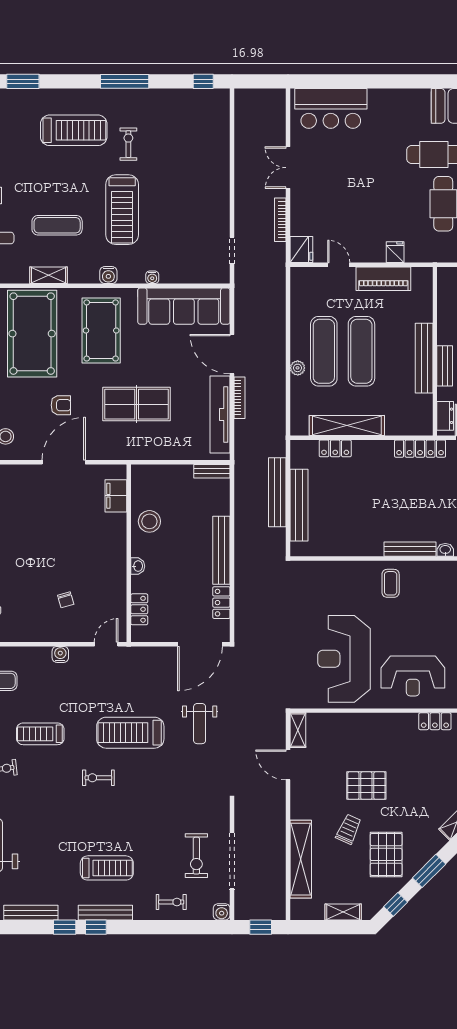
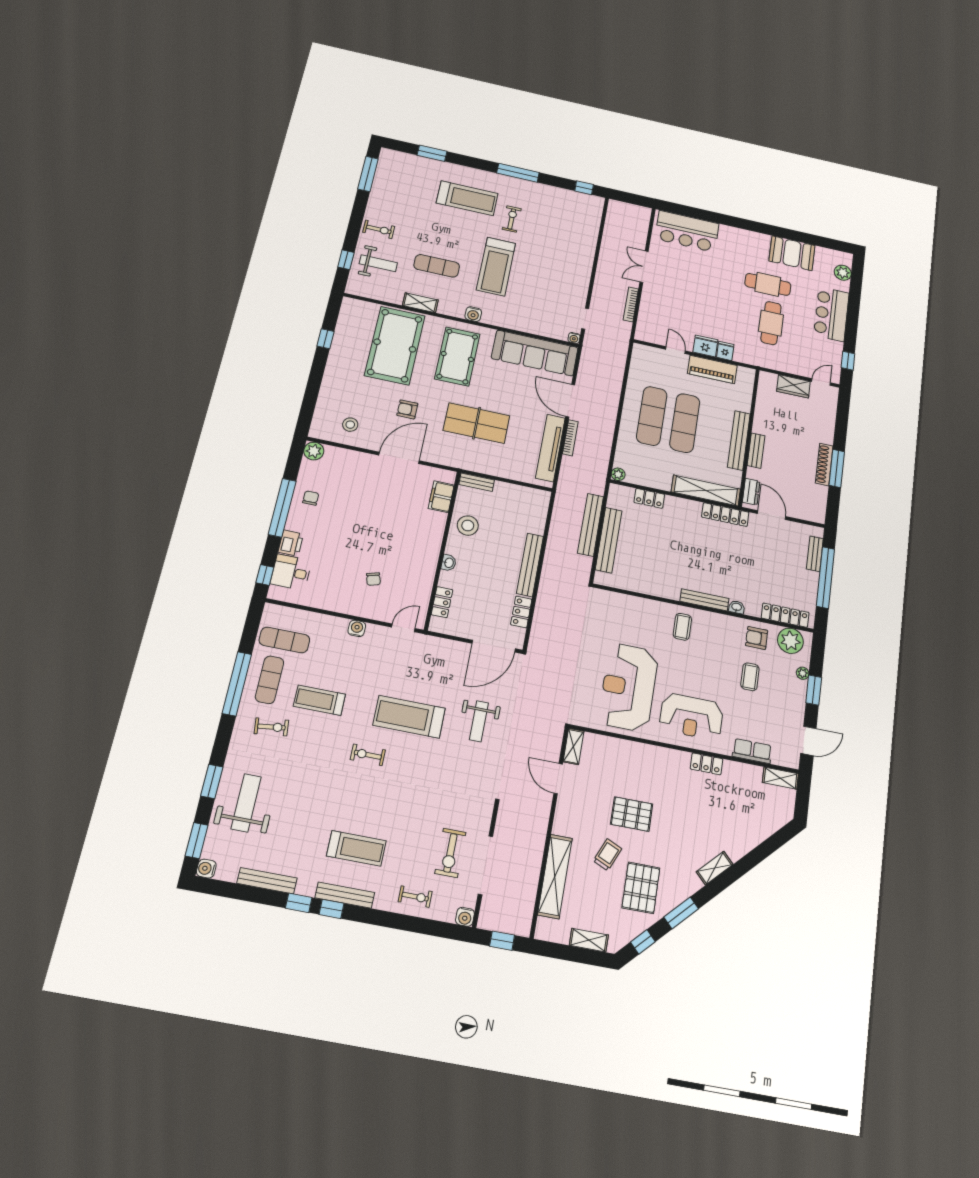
fridge: (301, 249) -> (705, 346), moved, turned -90
water cooler: (152, 277) -> (574, 338), moved
plant: (298, 368) -> (618, 474), moved
armchair: (61, 405) -> (407, 409), turned 180
shelving: (347, 425) -> (706, 490), moved
bench: (212, 471) -> (477, 482), moved

